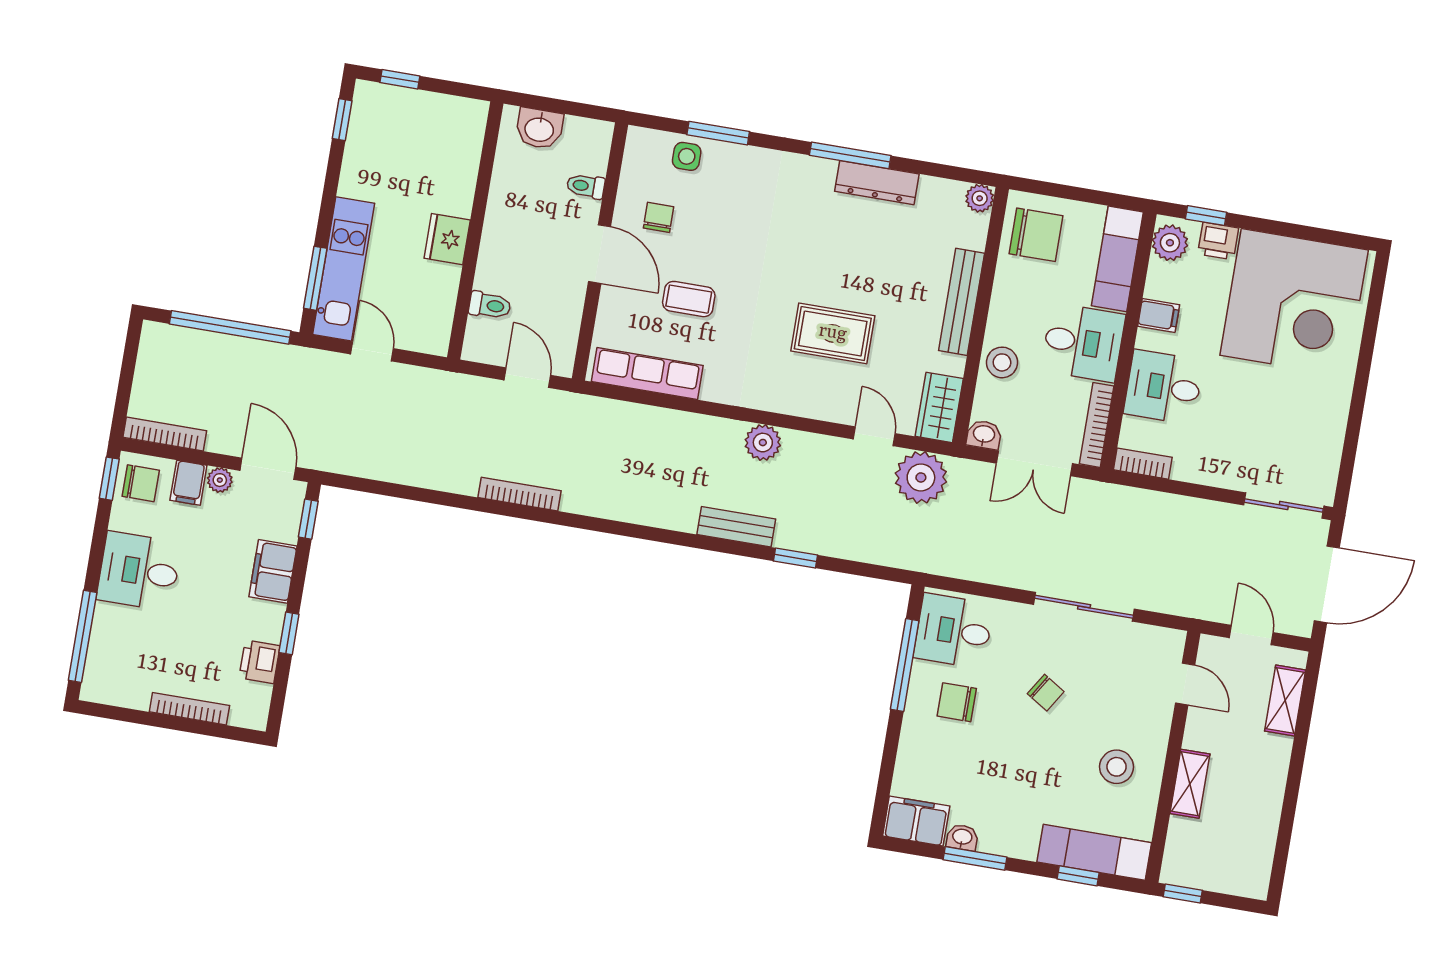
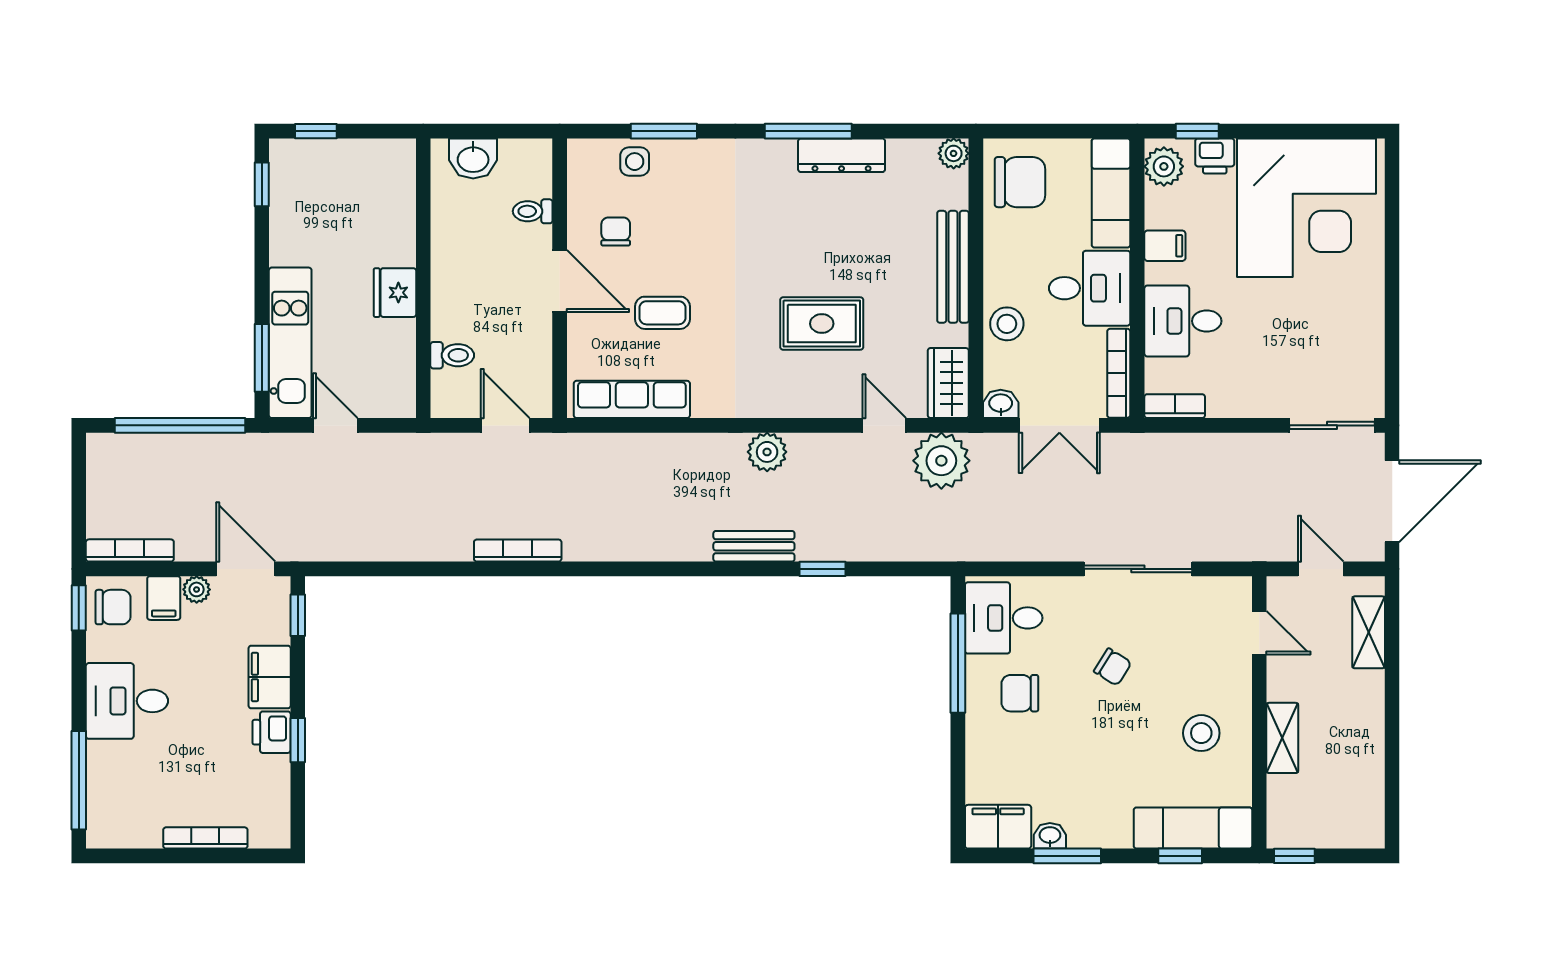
printer: (260, 662) -> (272, 732), moved

